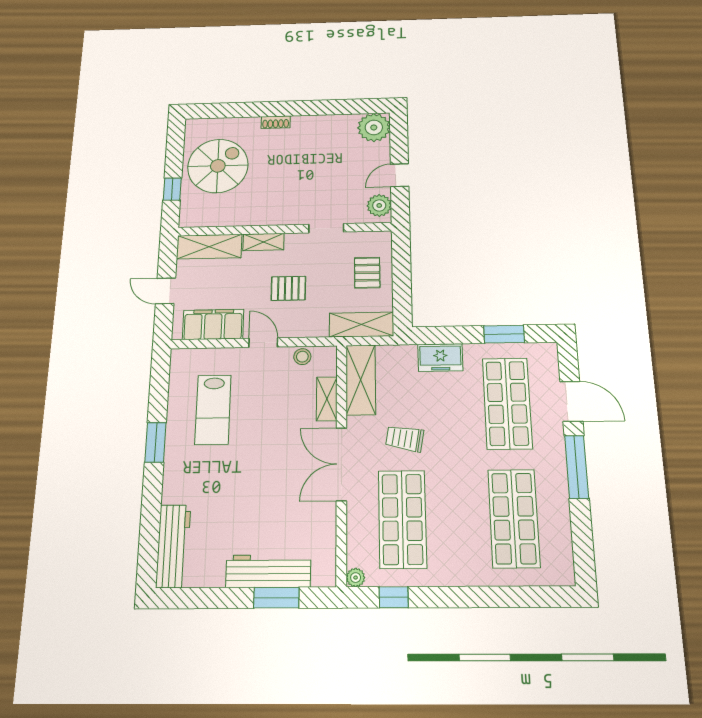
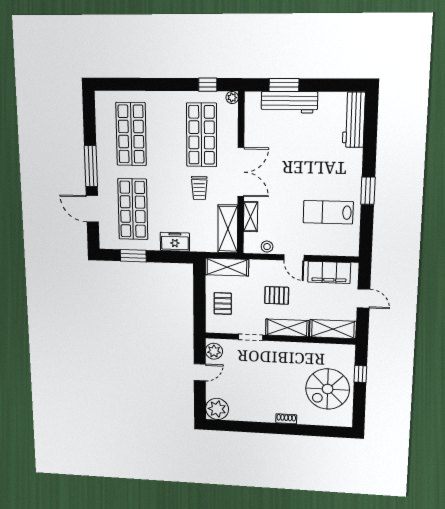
shelving: (263, 242) -> (287, 328), width x1.50, depth x1.33
lab bench: (213, 410) -> (328, 212), turned -90
trolley: (405, 439) -> (199, 188), turned 80

